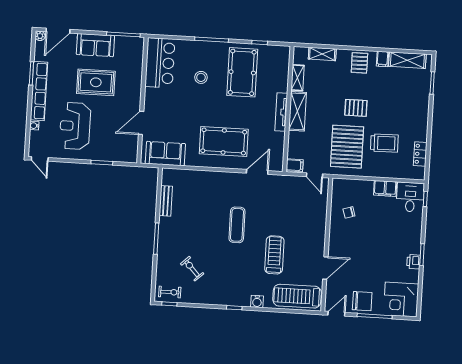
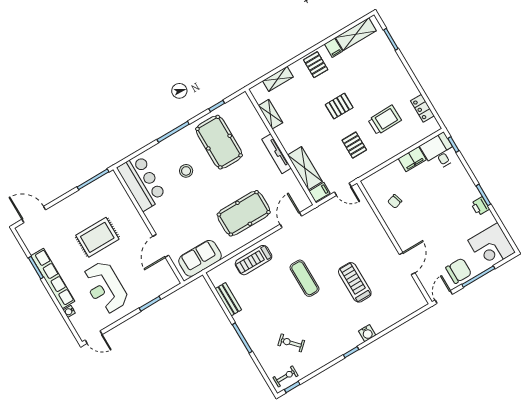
door: (58, 31) -> (34, 214), swing flipped
plant: (40, 36) -> (21, 230), removed
sofa: (95, 45) -> (75, 205), removed
shelving: (297, 111) -> (305, 168), moved
pallet: (347, 147) -> (354, 145), width x0.49, depth x0.50
treadmill: (297, 296) -> (254, 260), moved, width x0.73, depth x0.73

